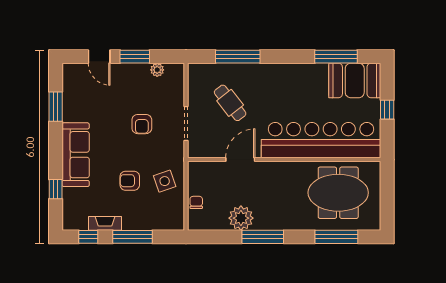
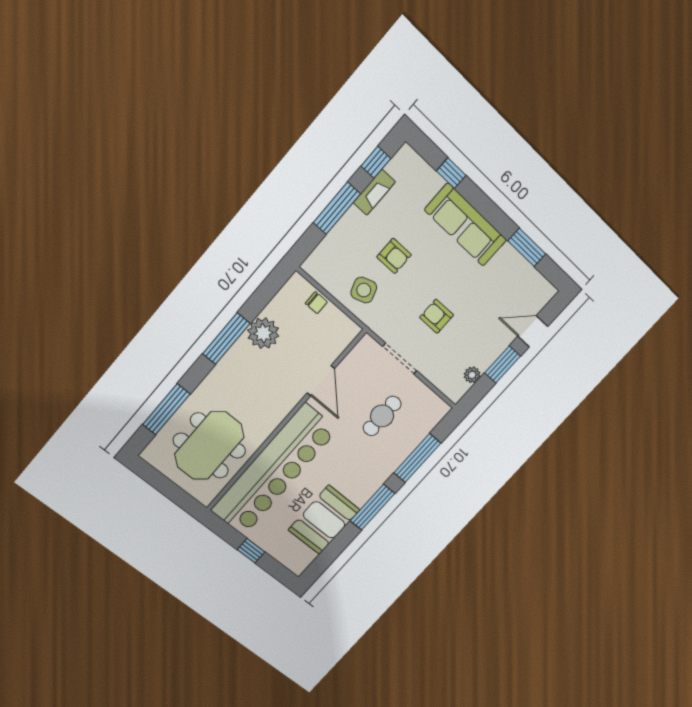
window: (336, 57) -> (373, 507), moved
booth: (355, 80) -> (324, 520), moved
cafe table: (230, 103) -> (382, 416), turned -52
armchair: (130, 181) -> (394, 256), turned 90

